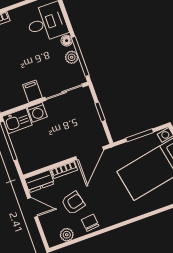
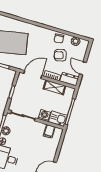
filing cabinet: (32, 91) -> (49, 131), moved
shelving: (51, 157) -> (55, 87), added

